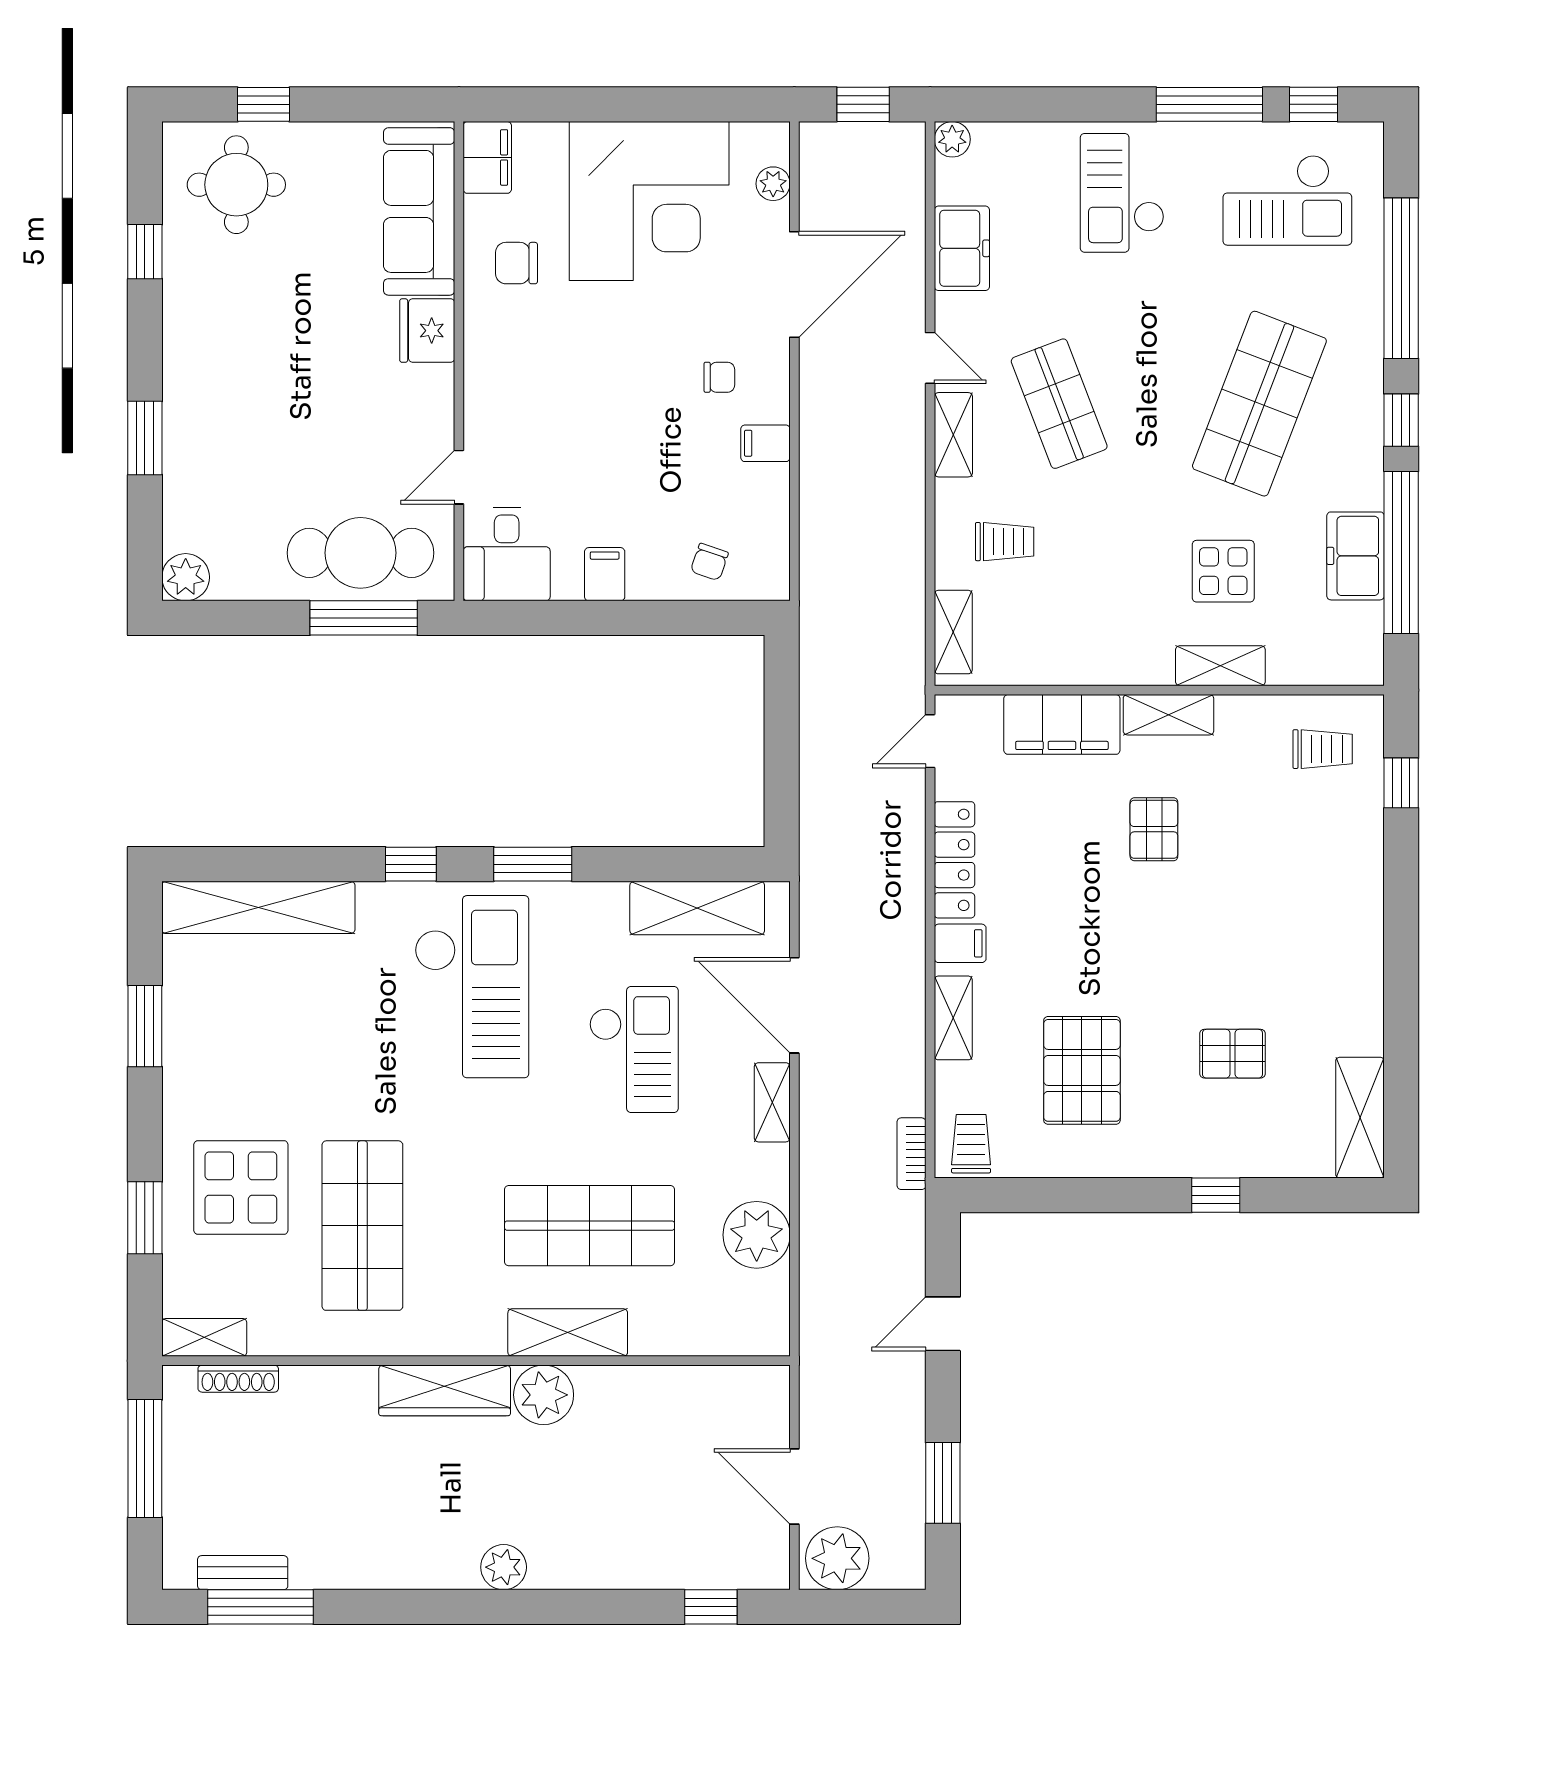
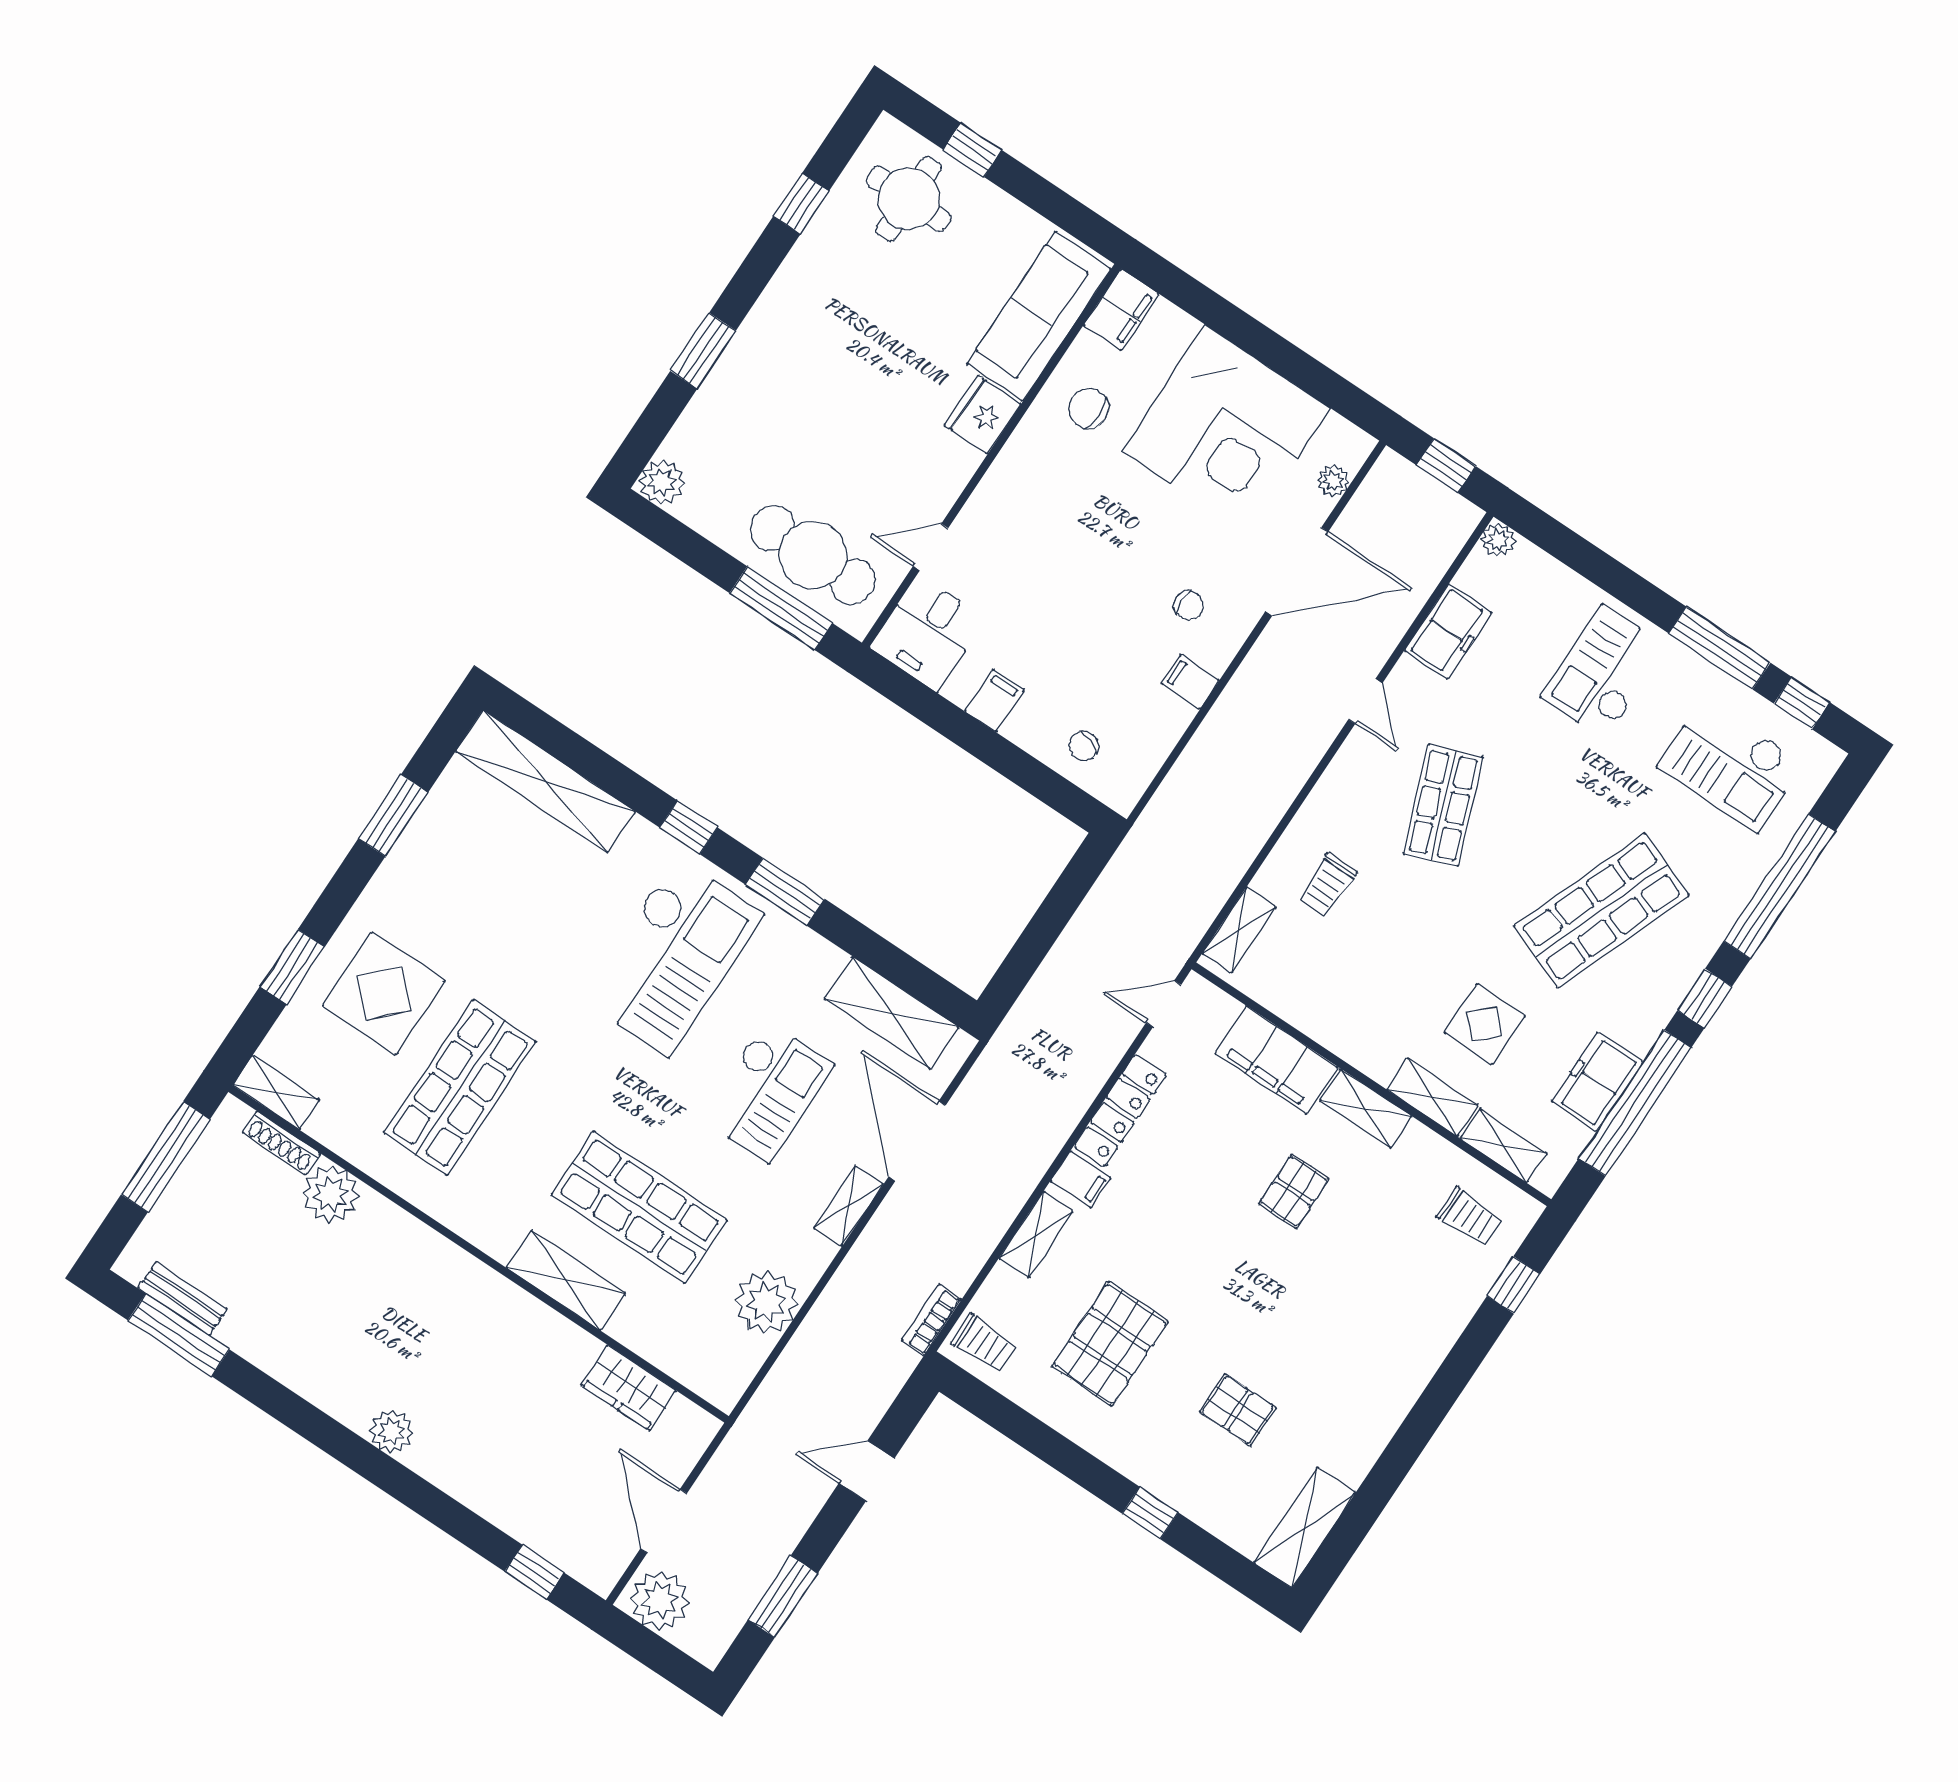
shelving: (953, 435) -> (1503, 1146), moved, turned 90
trolley: (1005, 542) -> (1327, 885), turned 90
trolley: (971, 1144) -> (984, 1343), turned 90
wardrobe: (445, 1390) -> (629, 1388), moved, width x0.67
plant: (544, 1395) -> (331, 1194), moved

